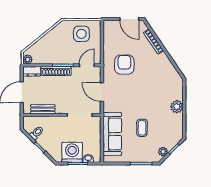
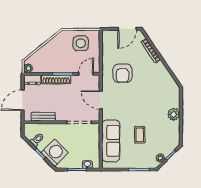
door: (129, 19) -> (127, 29), hinge flipped
armchair: (124, 65) -> (122, 73), turned 180
washing machine: (72, 152) -> (55, 153), moved, turned 45

